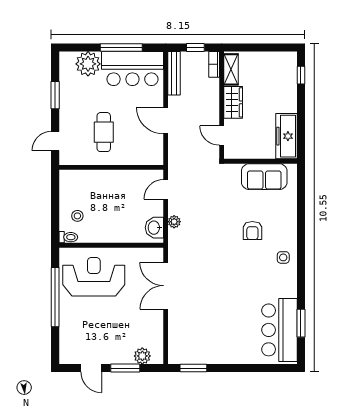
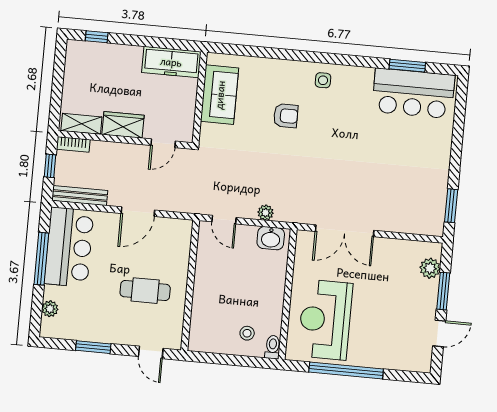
plant: (88, 64) -> (50, 309), width x0.53, depth x0.53

